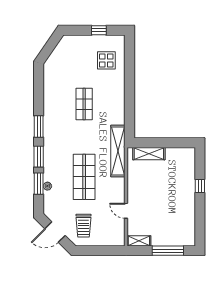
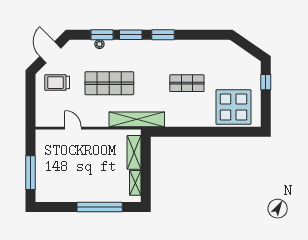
window: (99, 30) -> (266, 82), moved
display table: (106, 60) -> (233, 107), width x1.86, depth x1.86
window: (200, 186) -> (100, 207), width x3.17
door: (126, 211) -> (73, 128), hinge flipped
shelving: (139, 241) -> (135, 183), moved

